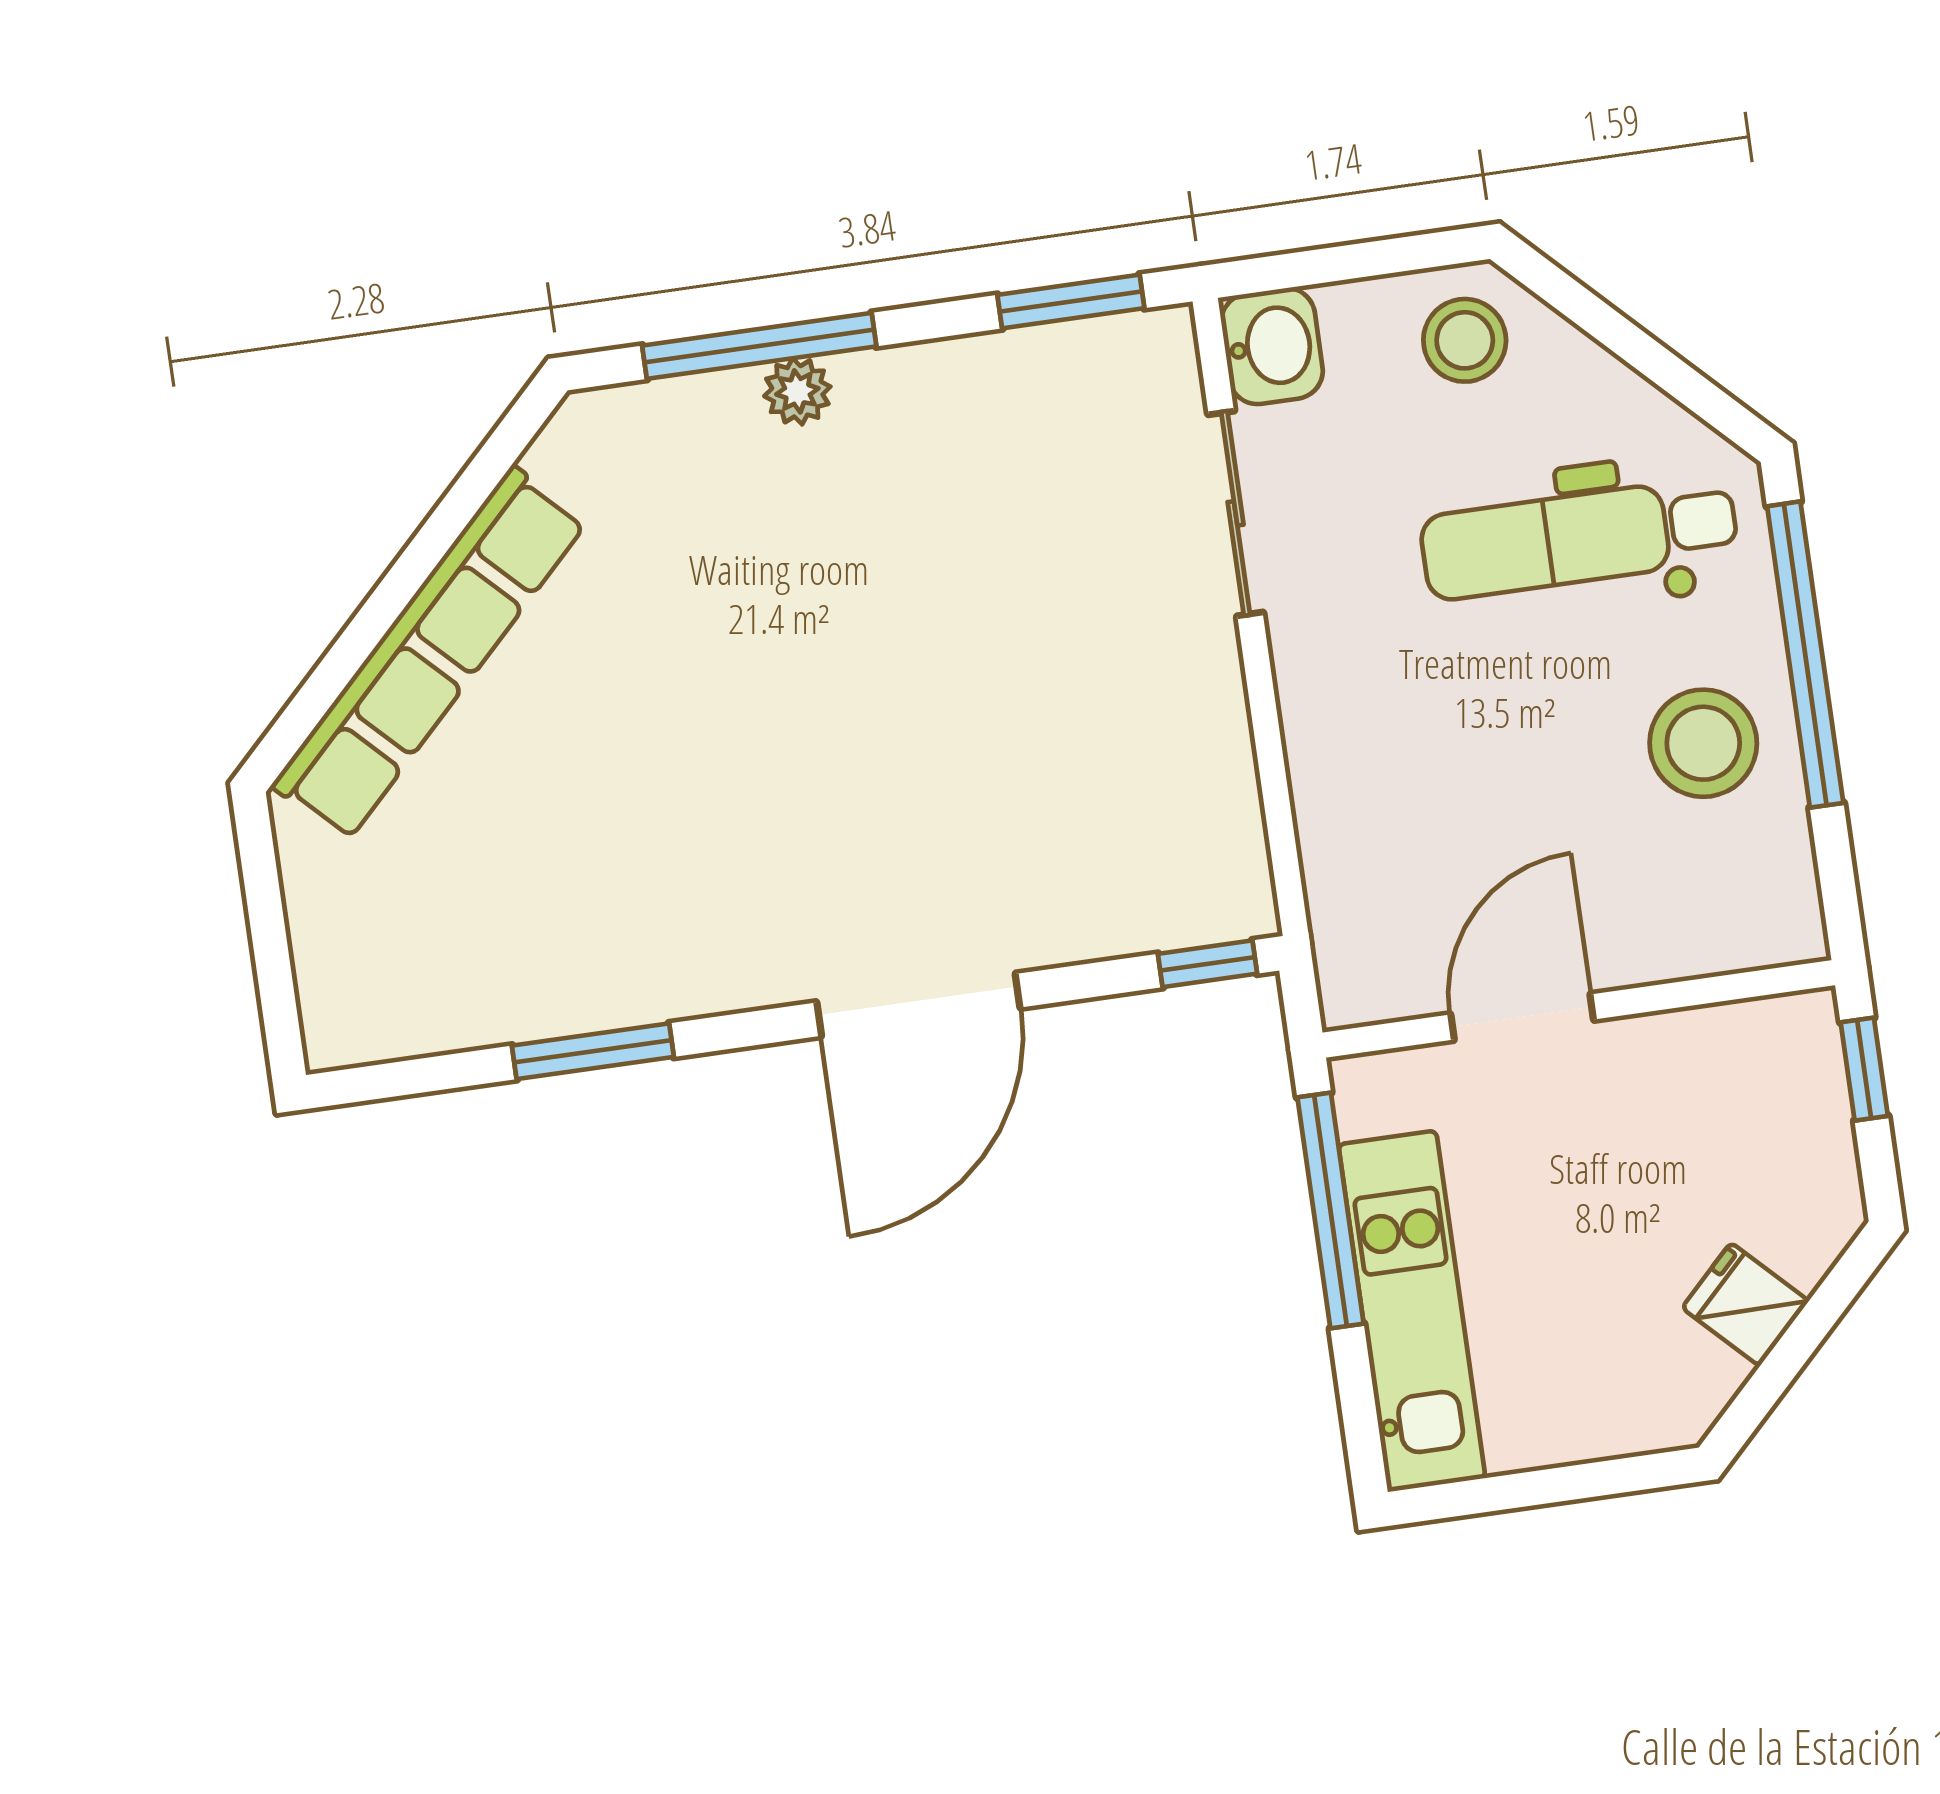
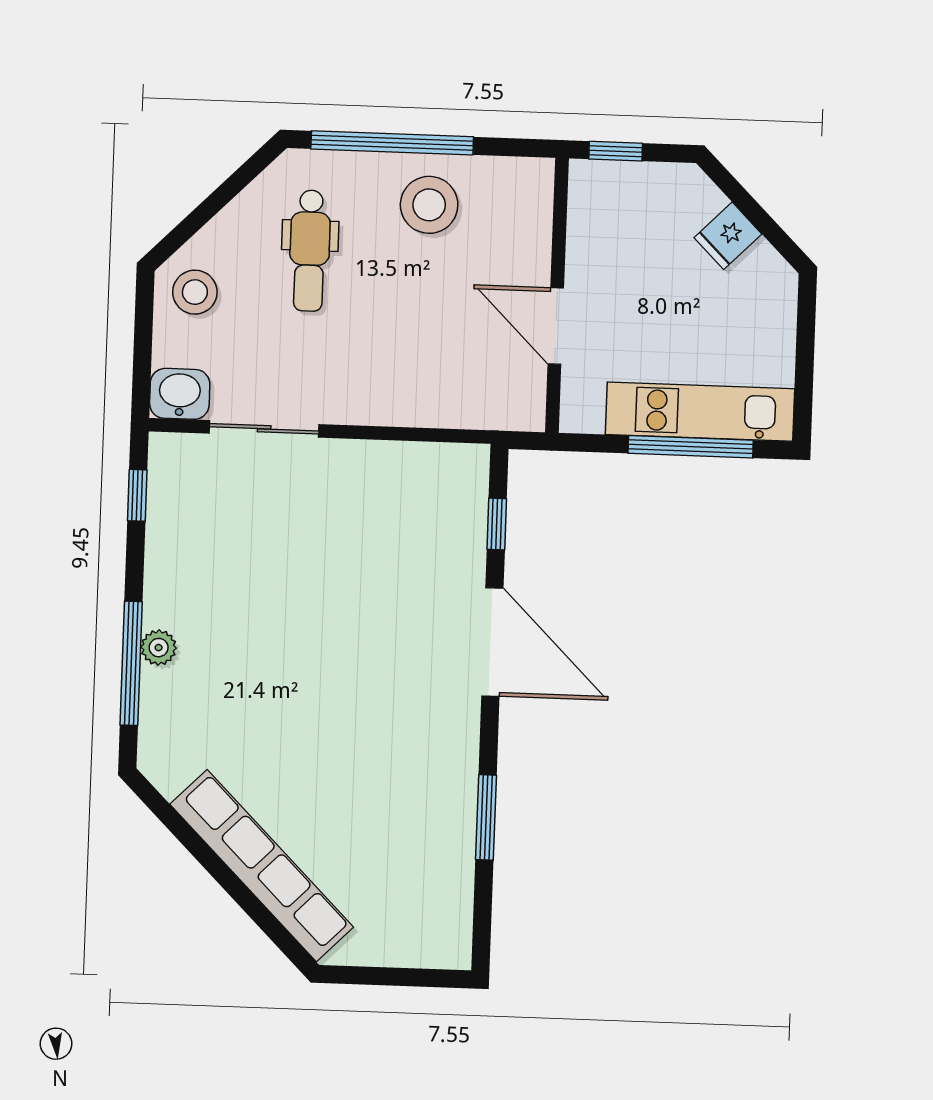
window: (1071, 302) -> (137, 495), width x0.67
dental chair: (1579, 538) -> (310, 251), width x0.73, depth x0.72
window: (1208, 964) -> (497, 524), moved
window: (1331, 1211) -> (691, 447), moved

